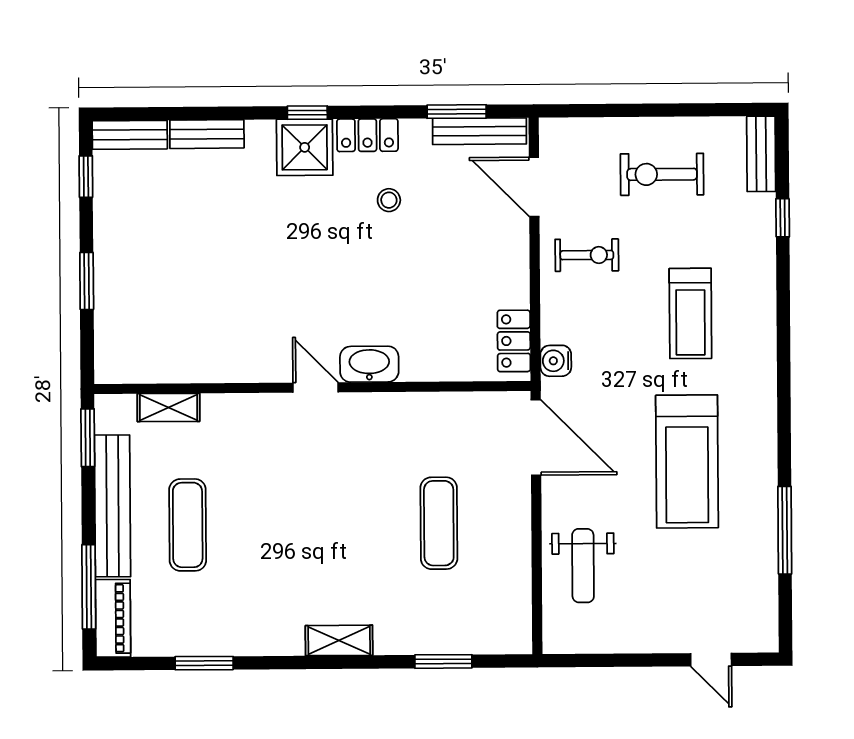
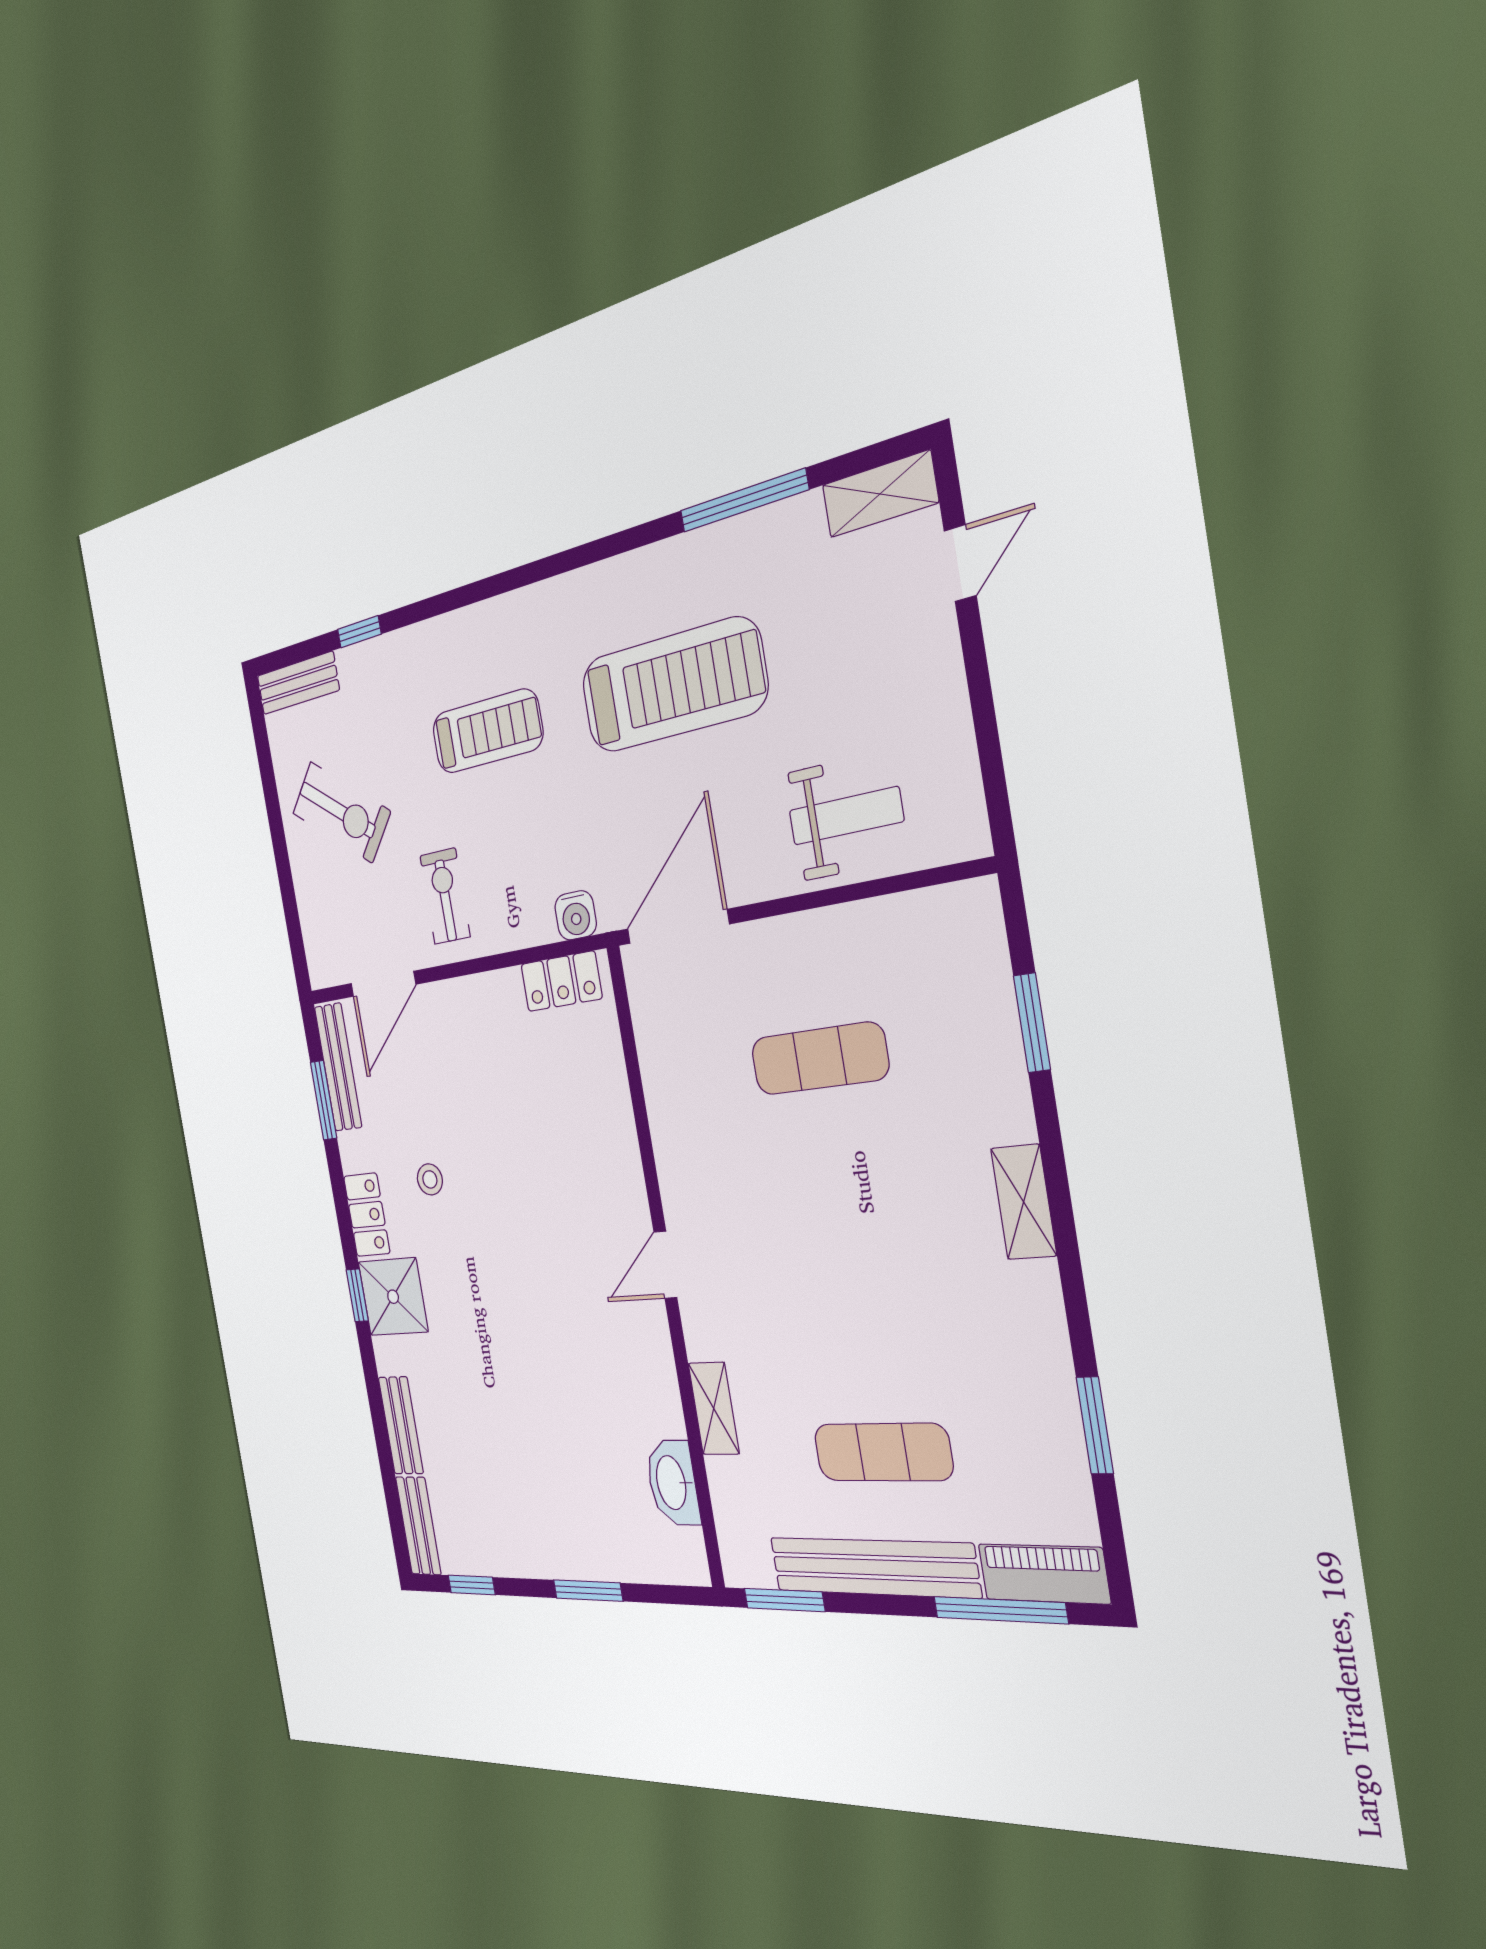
exercise bike: (662, 174) -> (341, 812), turned -53
washbasin: (369, 364) -> (672, 1483), moved
shelving: (168, 407) -> (714, 1408), moved
shelving: (763, 618) -> (880, 494), added

